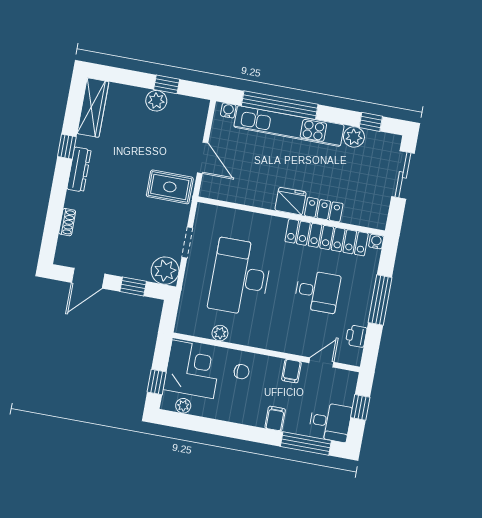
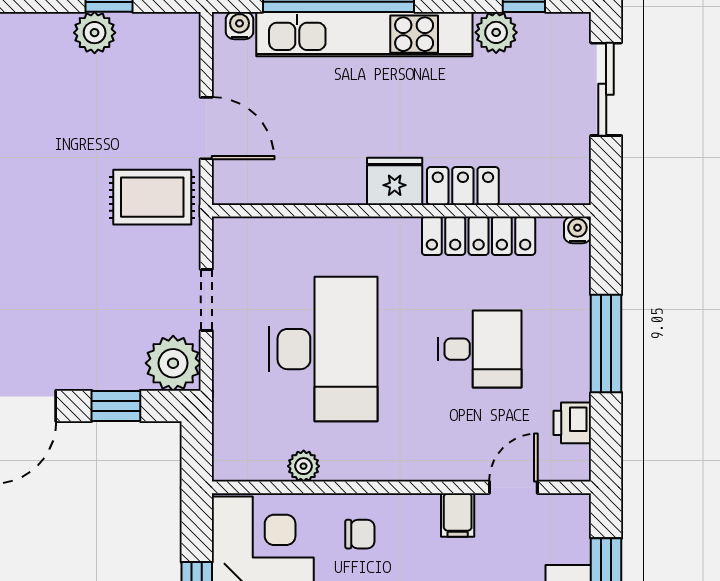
locker: (327, 237) -> (479, 236), width x0.71, depth x0.83
desk: (240, 277) -> (323, 349), turned 180

